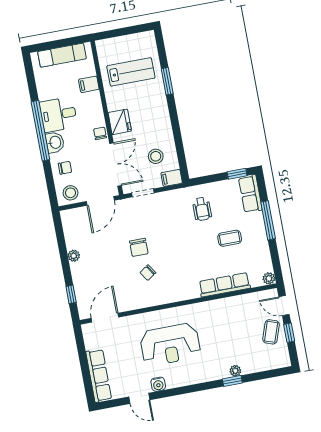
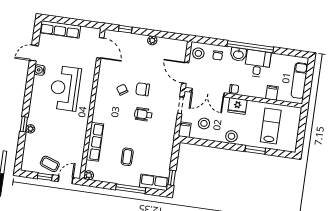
lab bench: (131, 72) -> (271, 126), turned 180
stool: (160, 117) -> (231, 136), added
wheelchair: (202, 209) -> (143, 114), moved

